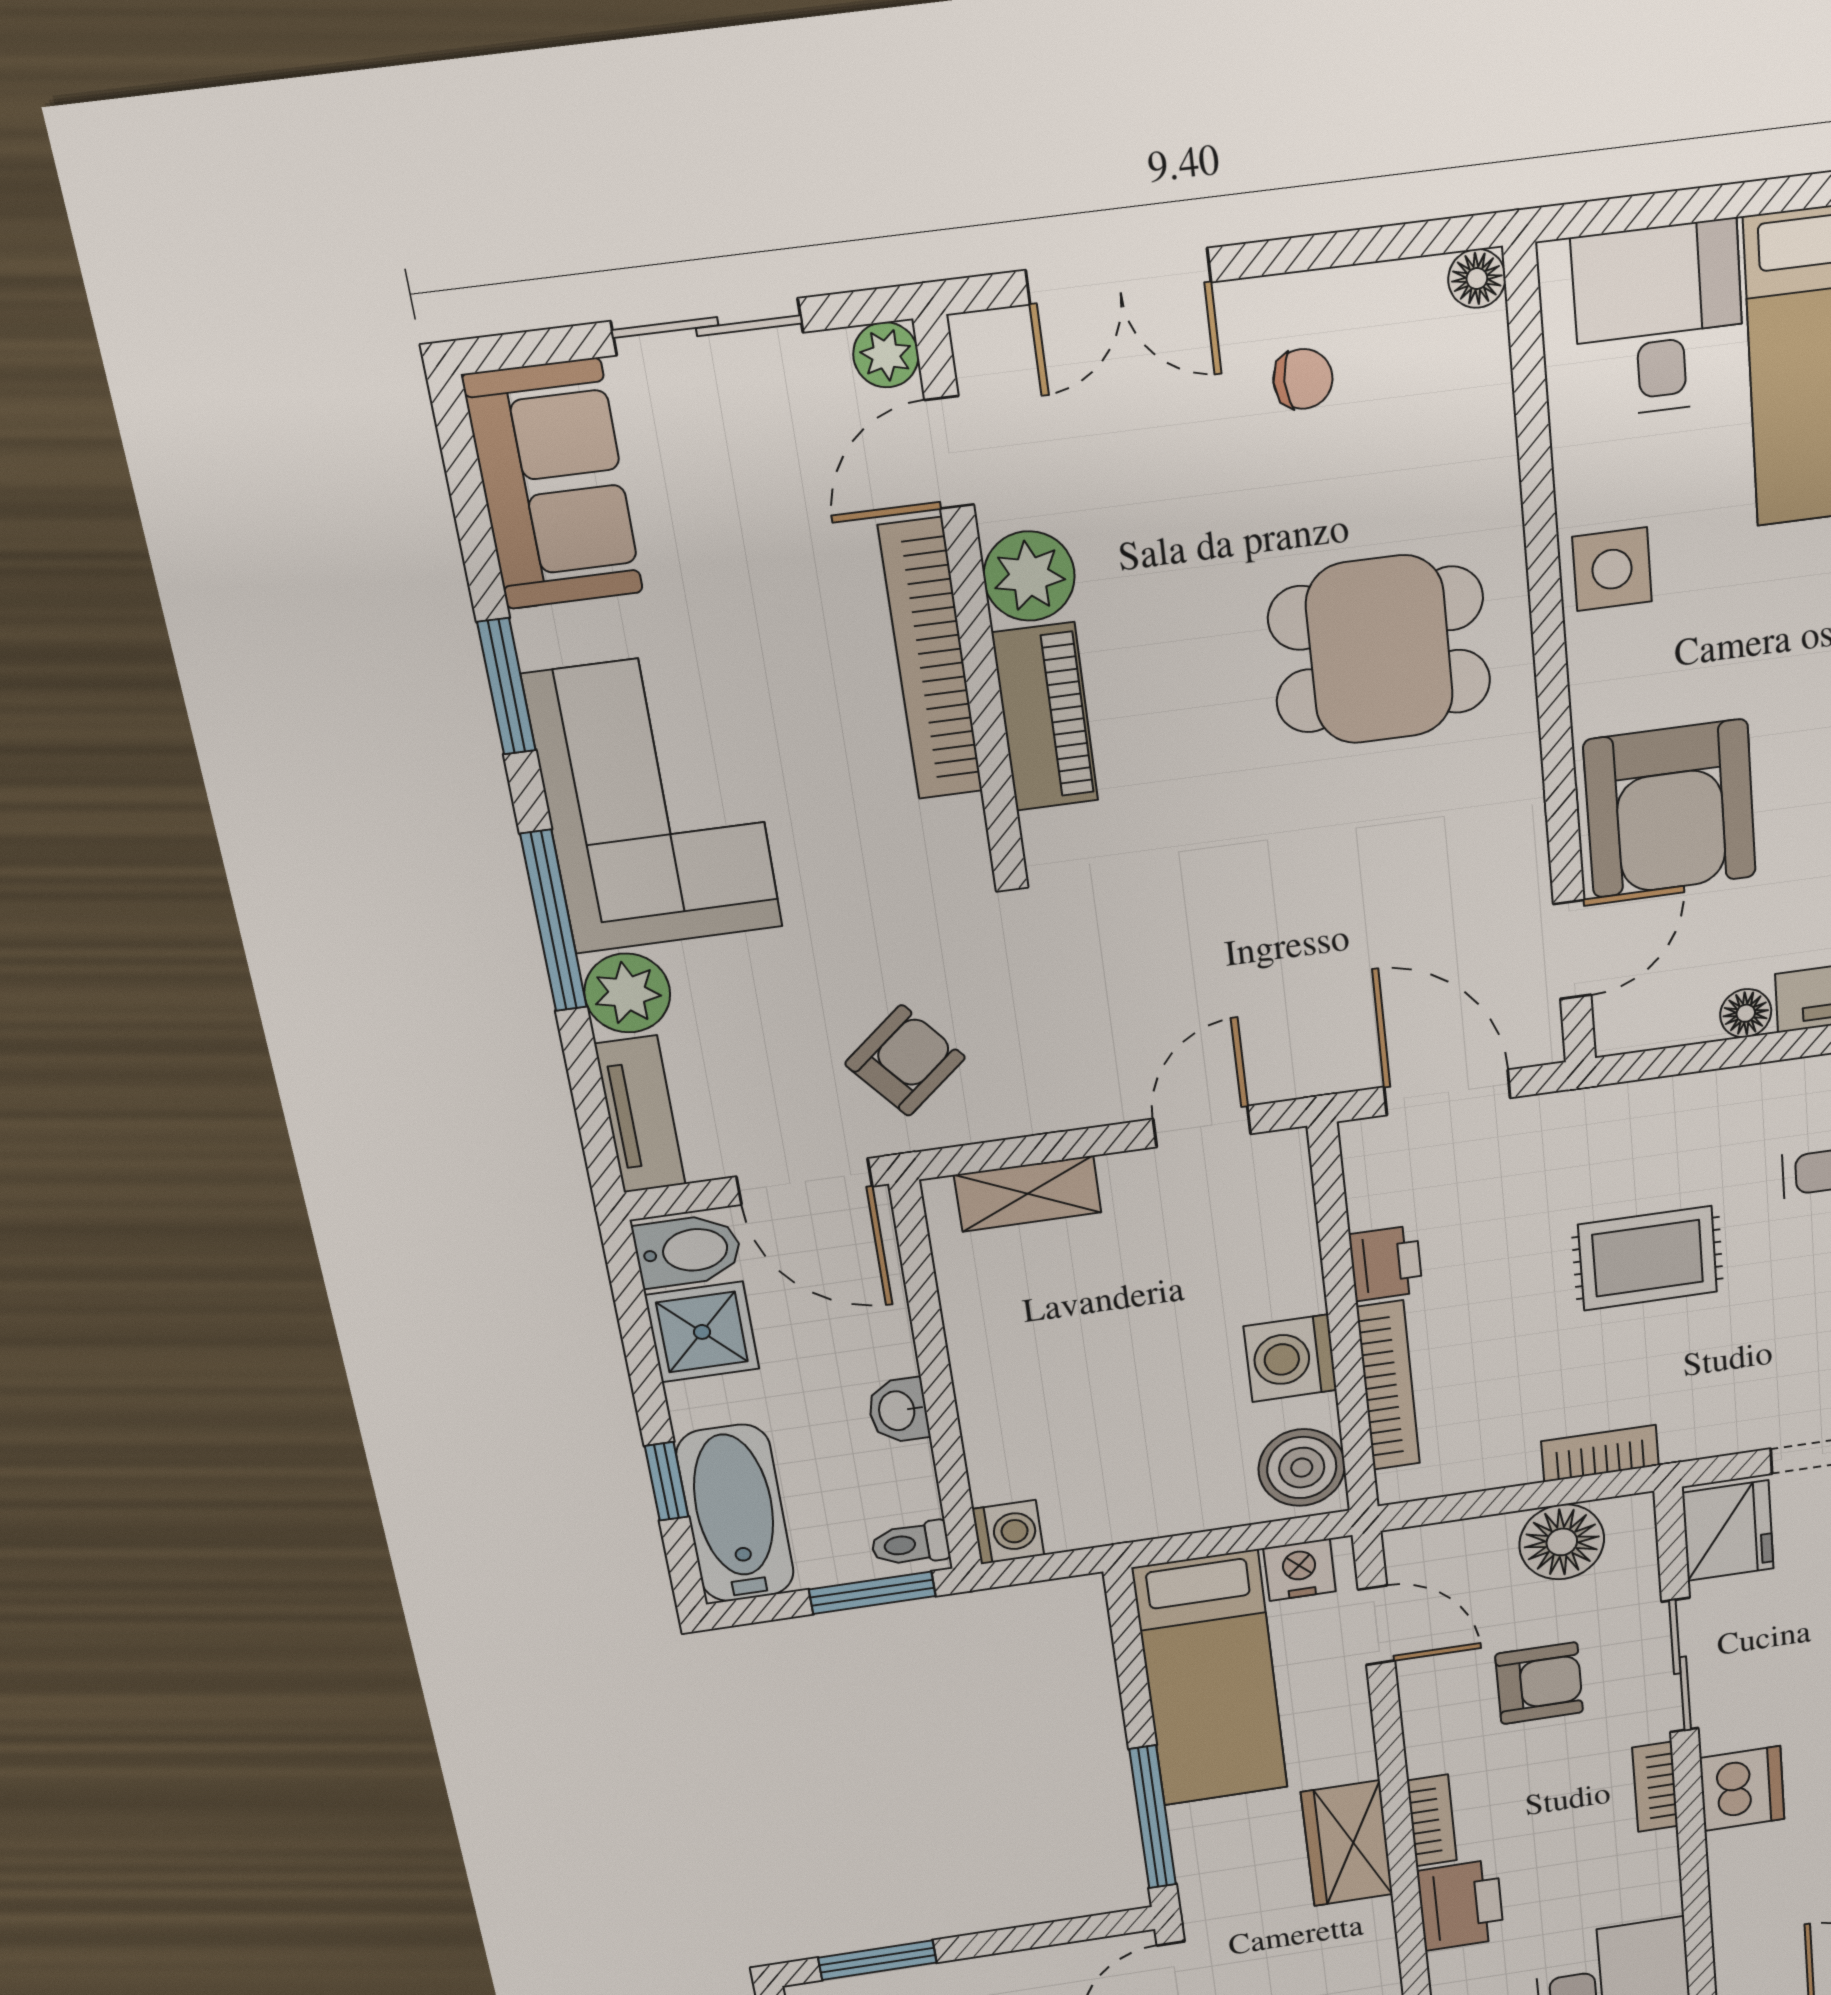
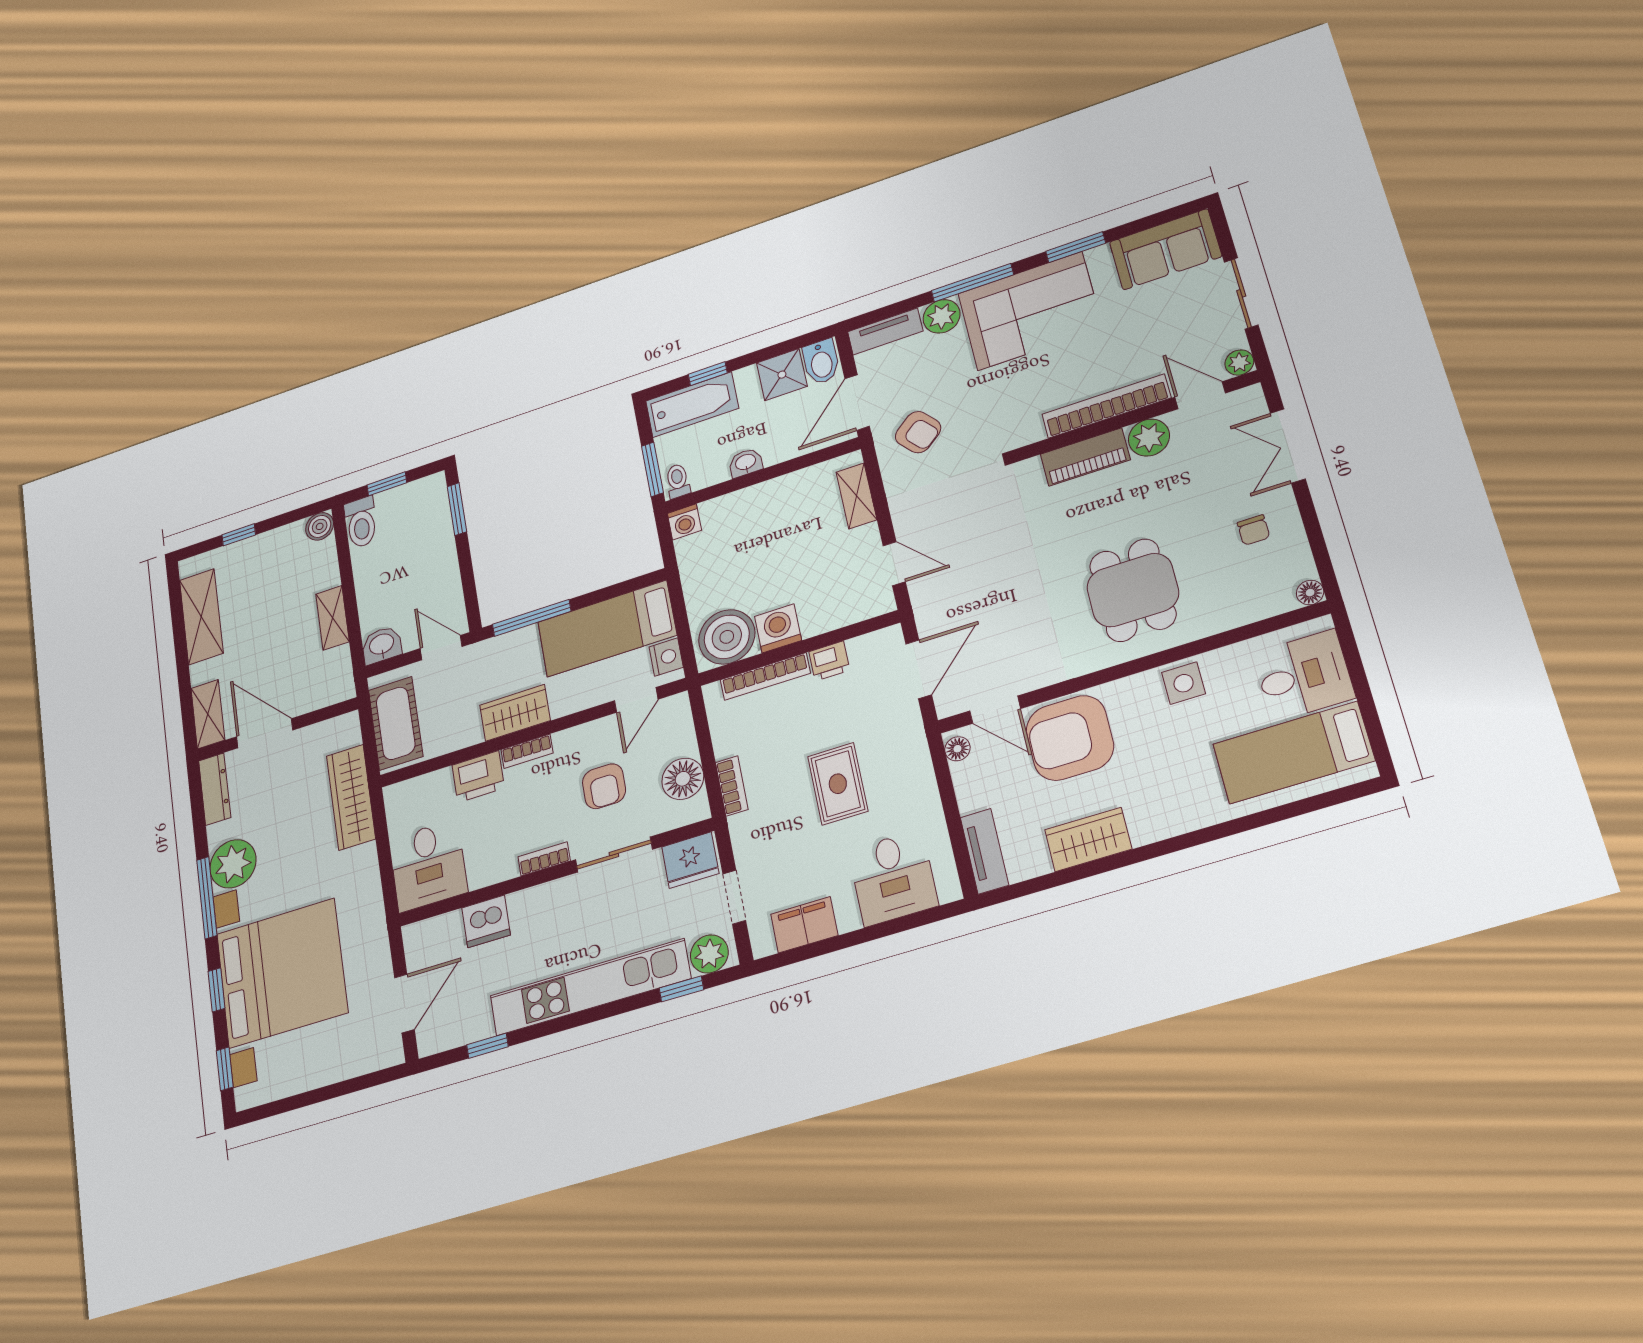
floor lamp: (1746, 1013) -> (957, 749), moved
boiler: (1302, 1468) -> (727, 637), width x1.37, depth x1.37
dishwasher: (1742, 1789) -> (486, 921), moved

